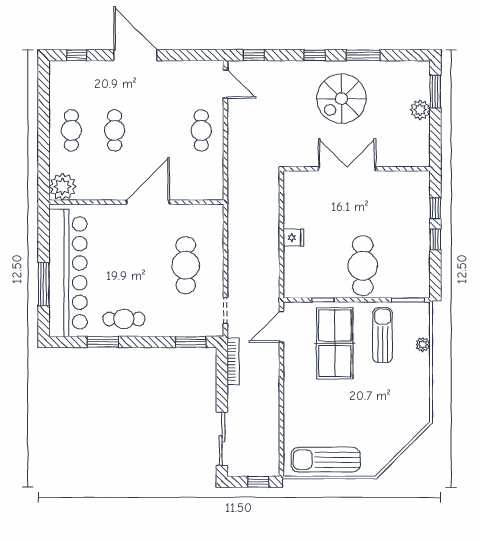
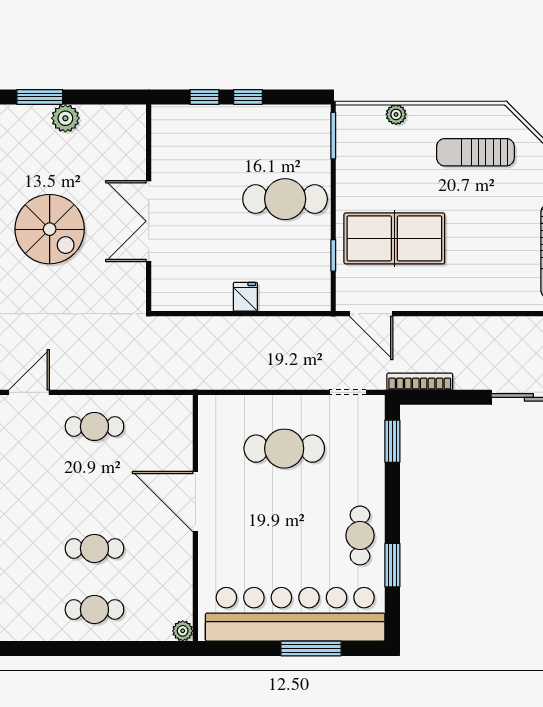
plant: (63, 187) -> (183, 631), width x0.53, depth x0.53
sun lounger: (383, 335) -> (475, 152), moved

